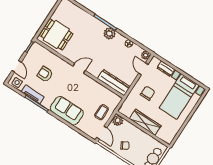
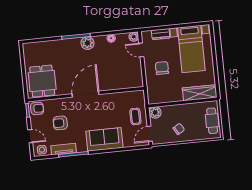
dining table: (56, 35) -> (42, 81), turned 90
armchair: (37, 51) -> (37, 108), added
door: (79, 68) -> (86, 94), width x1.87
dresser: (114, 83) -> (125, 82), removed
wardrobe: (145, 122) -> (200, 93), moved
door: (102, 133) -> (150, 134), swing flipped

